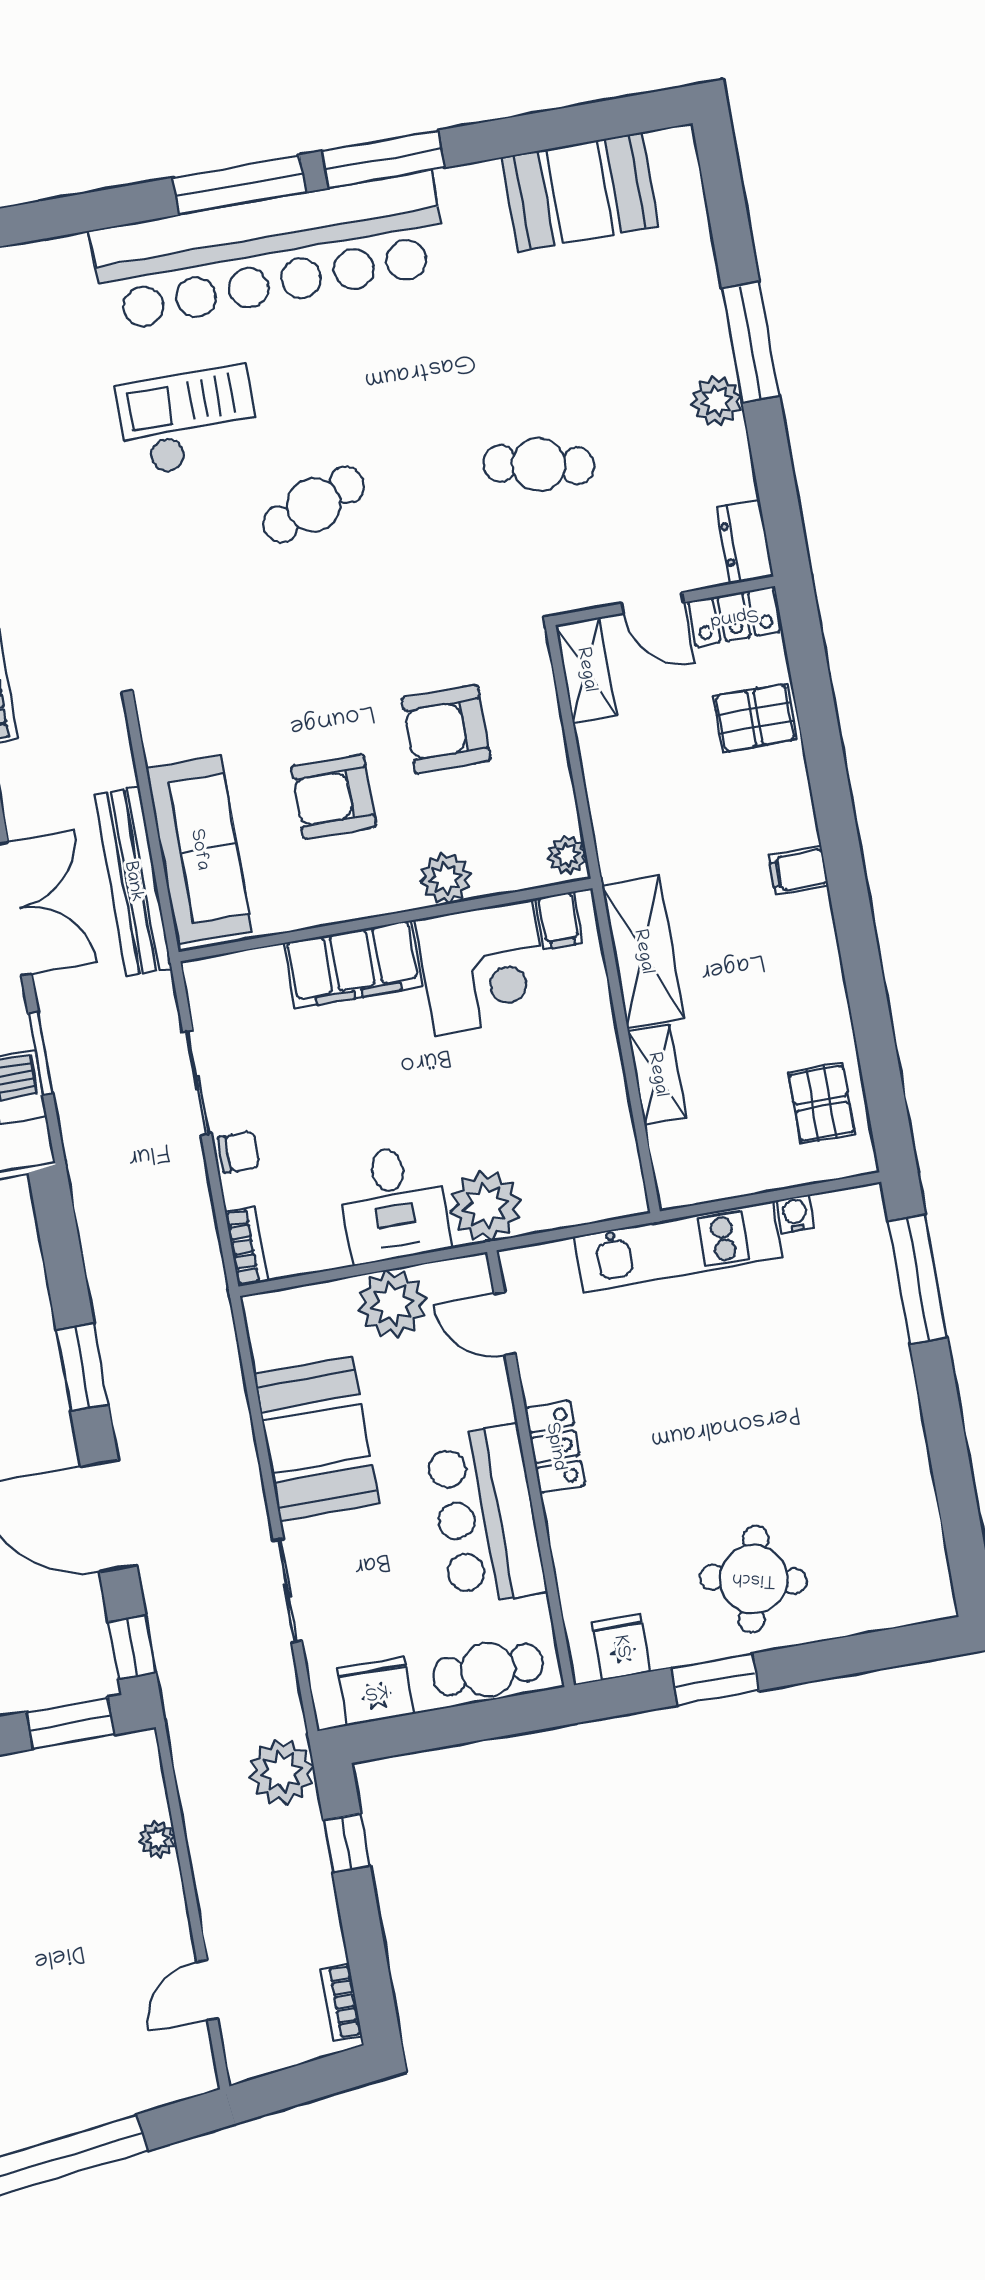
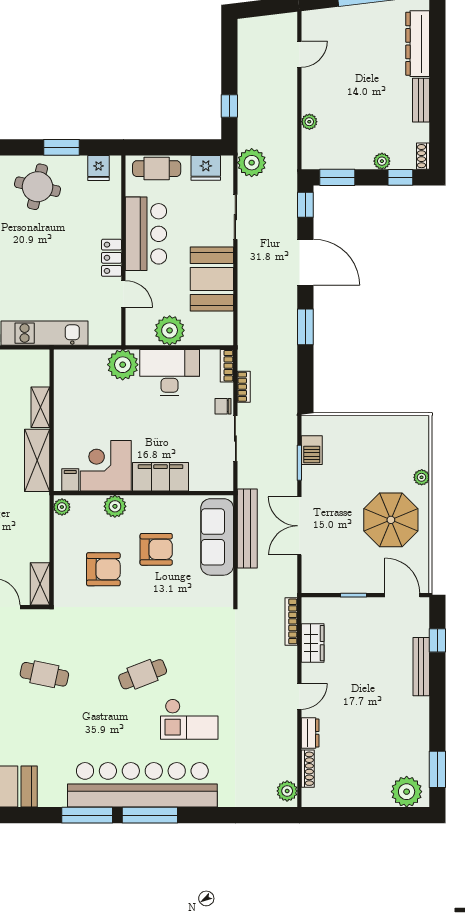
desk: (394, 1204) -> (170, 373), width x1.37
door: (505, 1324) -> (123, 294), moved
plant: (281, 1772) -> (252, 163), moved
bookcase: (341, 2002) -> (244, 387), moved

